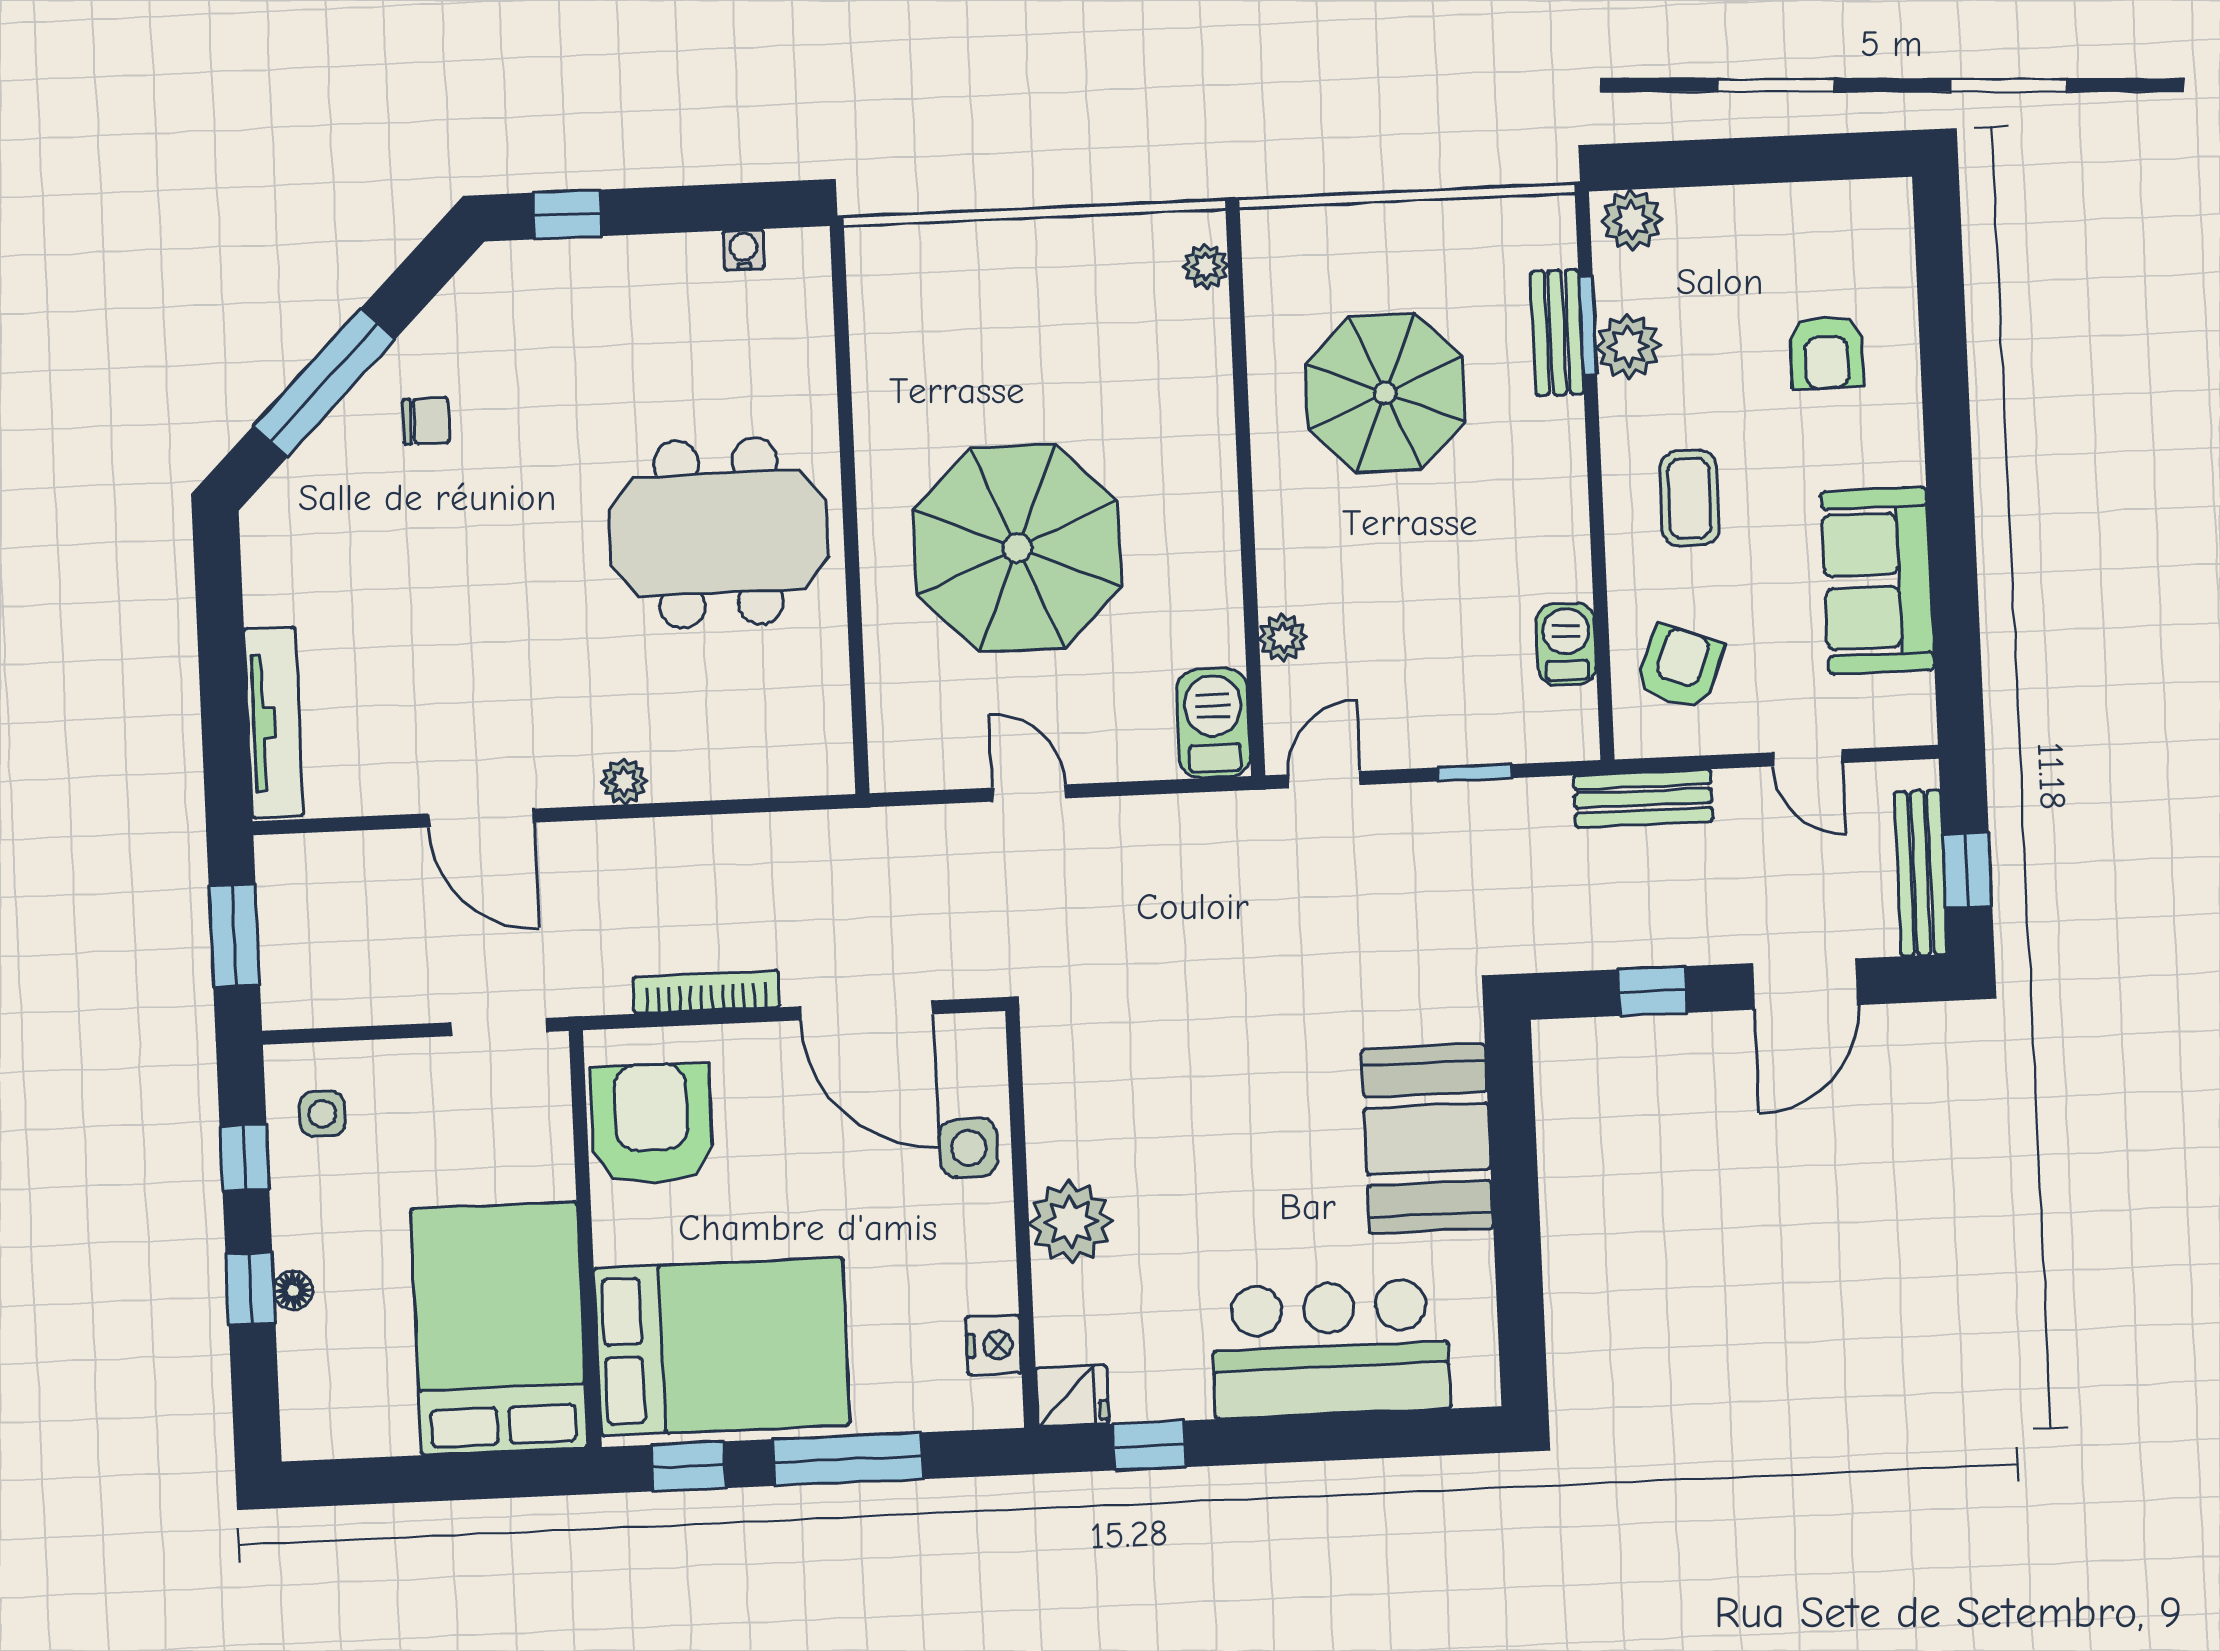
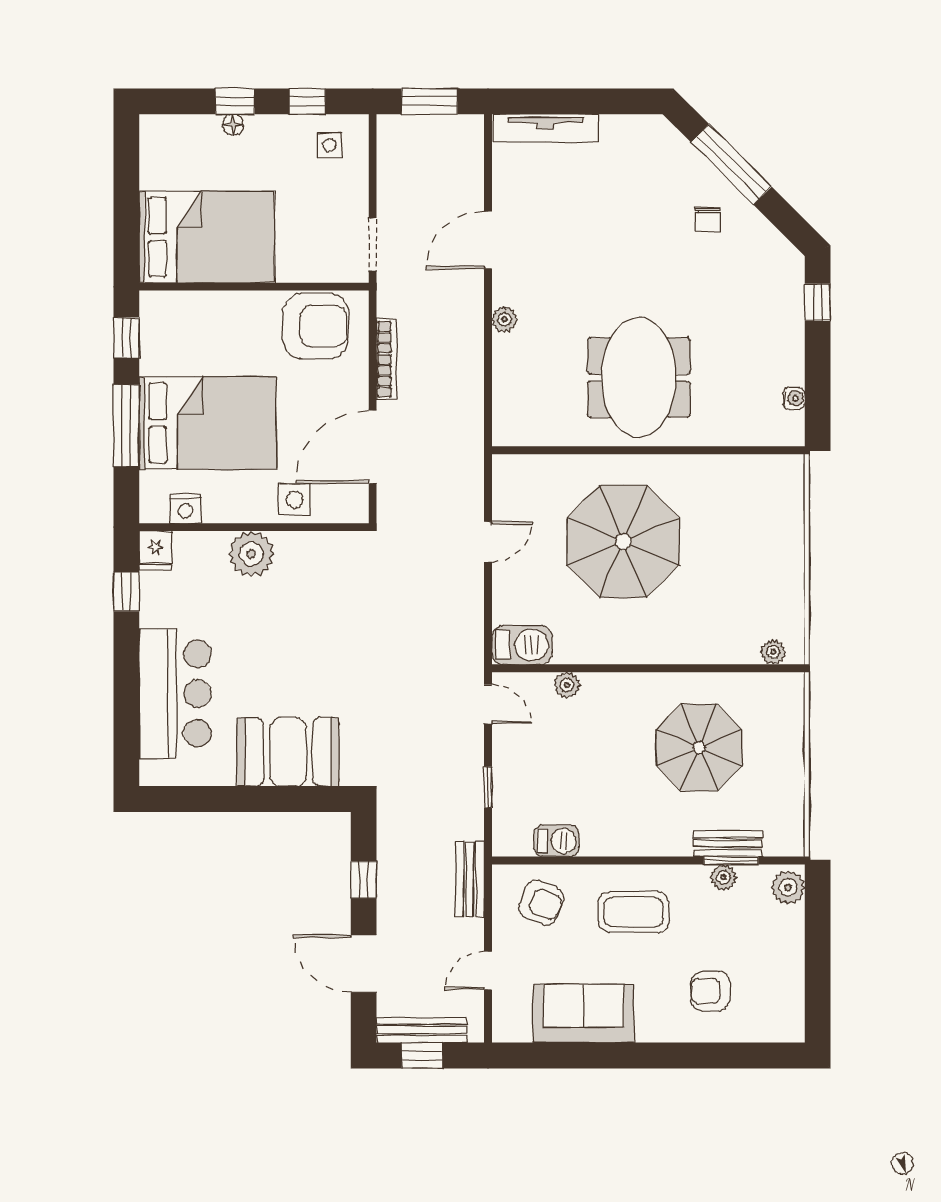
plant: (1628, 346) -> (723, 877), width x0.73, depth x0.73
coffee table: (1689, 498) -> (634, 912), width x1.36, depth x1.30
bed: (722, 1347) -> (208, 423), moved, turned -90

